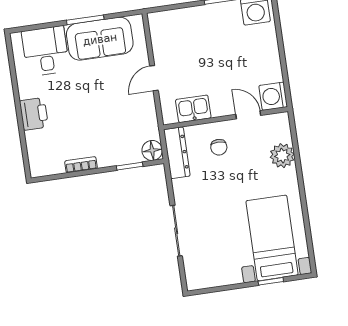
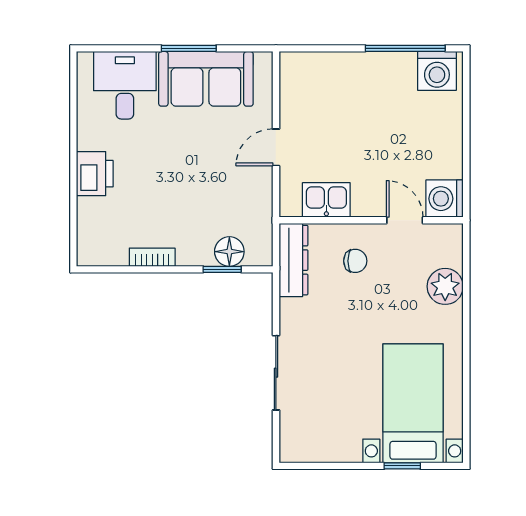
chair: (219, 147) -> (355, 261), turned -90
floor lamp: (152, 150) -> (229, 252), moved

